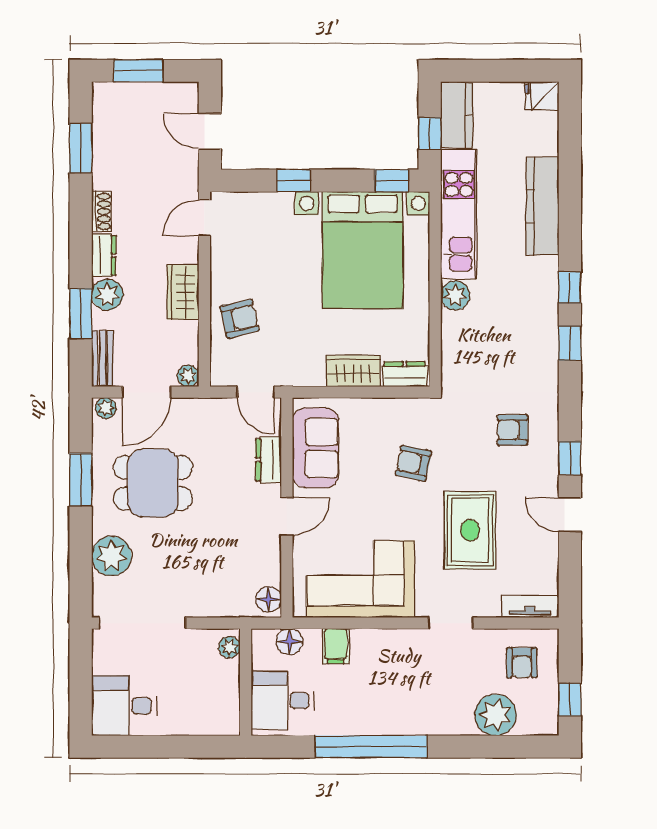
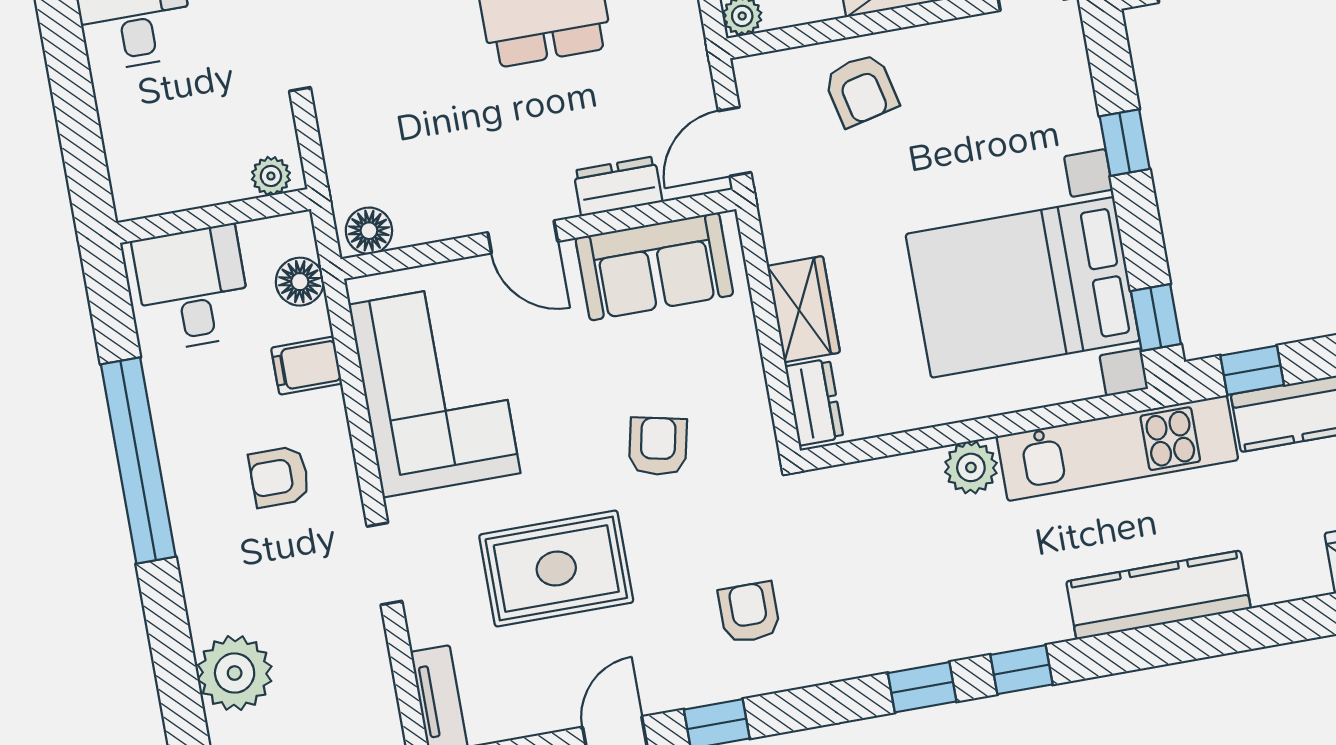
armchair: (522, 663) -> (279, 477), moved

